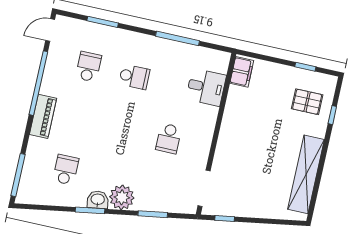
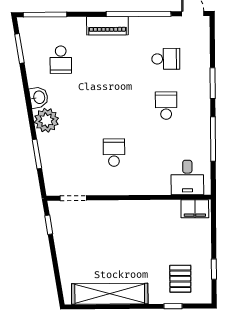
window: (103, 22) -> (213, 83), moved
school desk: (134, 77) -> (166, 106), turned 180
desk: (206, 87) -> (187, 177), moved
school desk: (169, 138) -> (114, 153), turned 90
school desk: (66, 170) -> (61, 60), turned 90
doorway: (204, 188) -> (73, 198), width x0.73
window: (90, 210) -> (19, 49), moved

